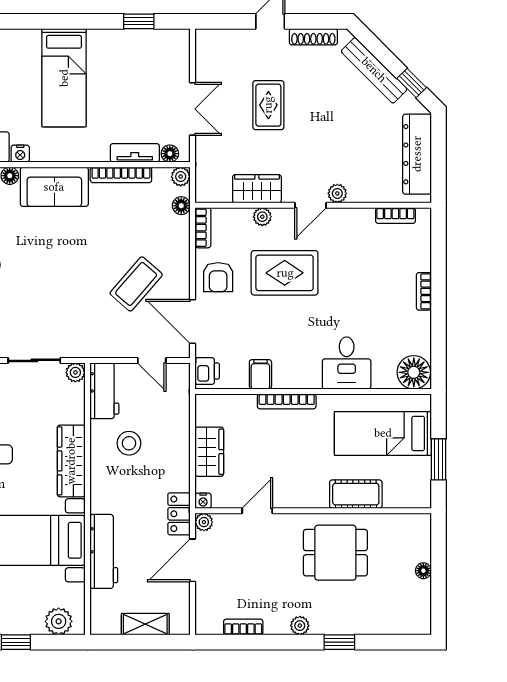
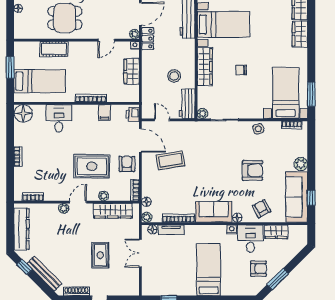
wardrobe: (257, 189) -> (113, 211), width x1.50
coffee table: (136, 284) -> (170, 160), turned 39

